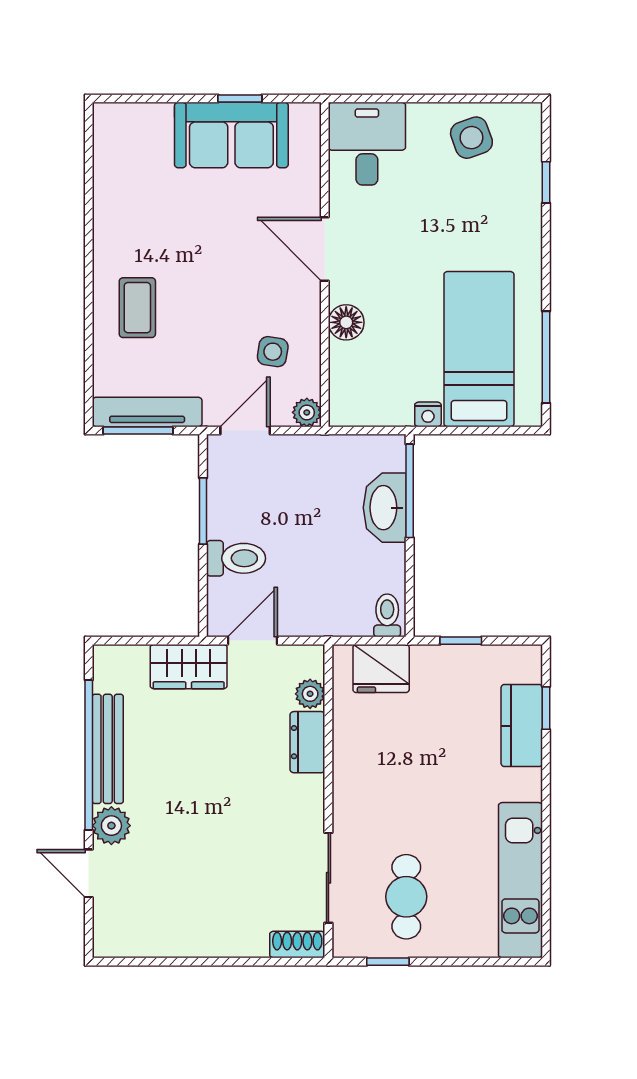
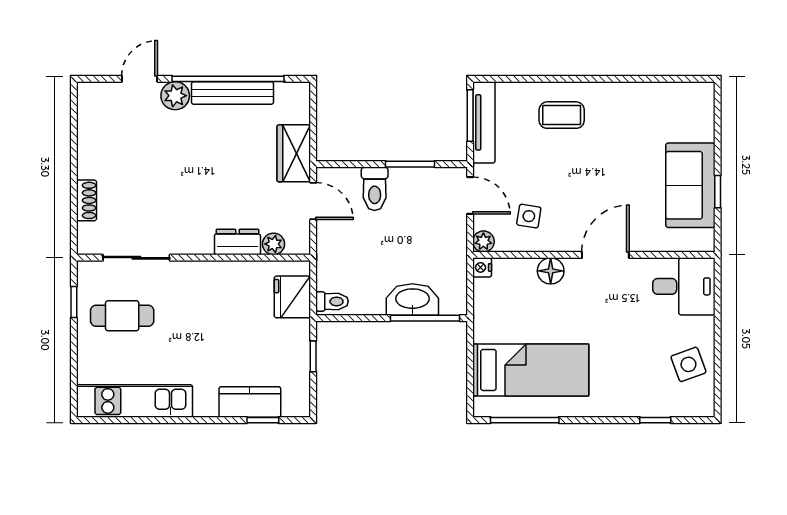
nightstand: (428, 414) -> (482, 267), moved
shoe rack: (297, 945) -> (86, 200), moved

